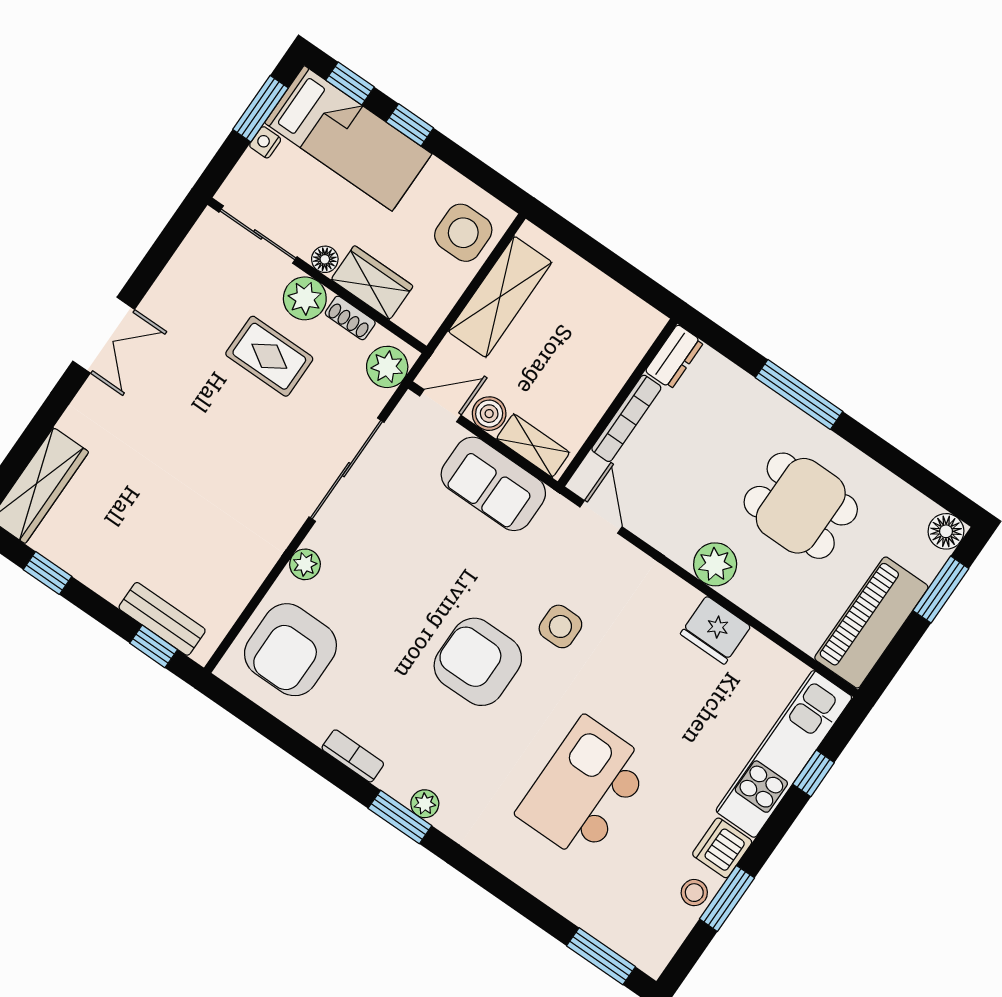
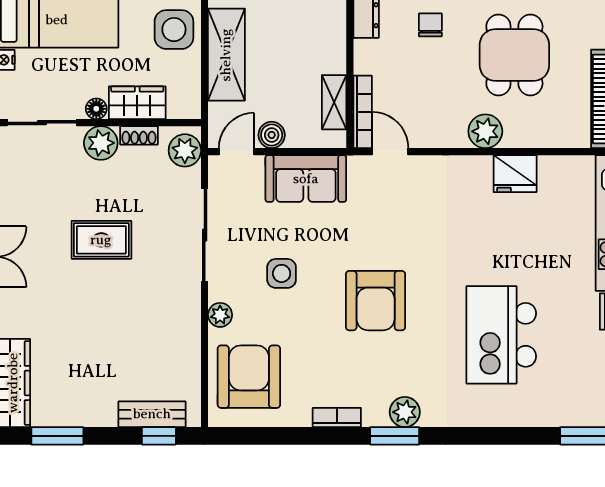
rug: (269, 356) -> (101, 240), moved
chair: (735, 413) -> (430, 25), added
bookcase: (626, 418) -> (363, 112), moved
shelving: (533, 446) -> (334, 102), moved, turned 90
dining table: (801, 506) -> (514, 55), turned 90
window: (47, 573) -> (57, 436), width x1.50
side table: (560, 626) -> (282, 273), moved
armchair: (290, 650) -> (249, 377), turned 180
armchair: (478, 662) -> (376, 301), turned -90
plant: (425, 804) -> (405, 412), width x1.38, depth x1.38

